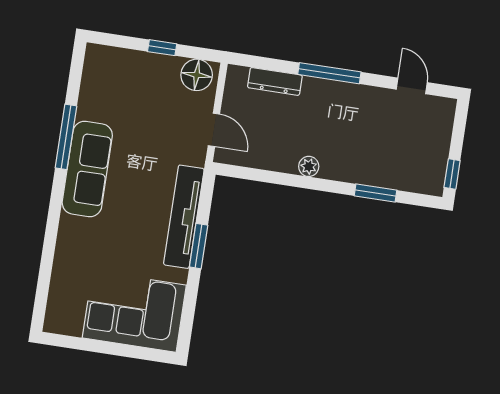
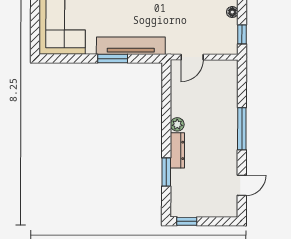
window: (162, 48) -> (242, 34), moved
floor lamp: (197, 75) -> (232, 12), moved, width x0.53, depth x0.53
dresser: (275, 81) -> (177, 150), moved, turned 180

